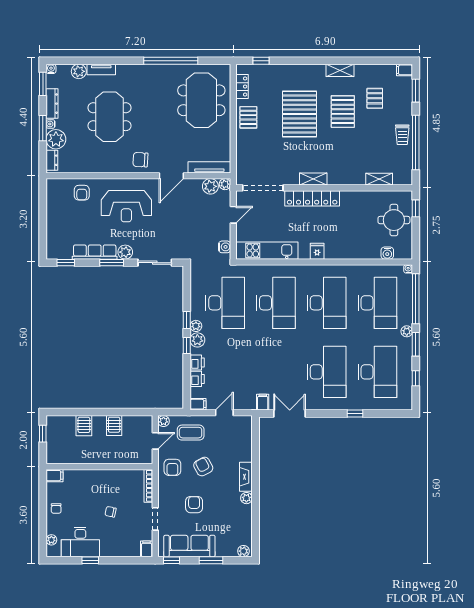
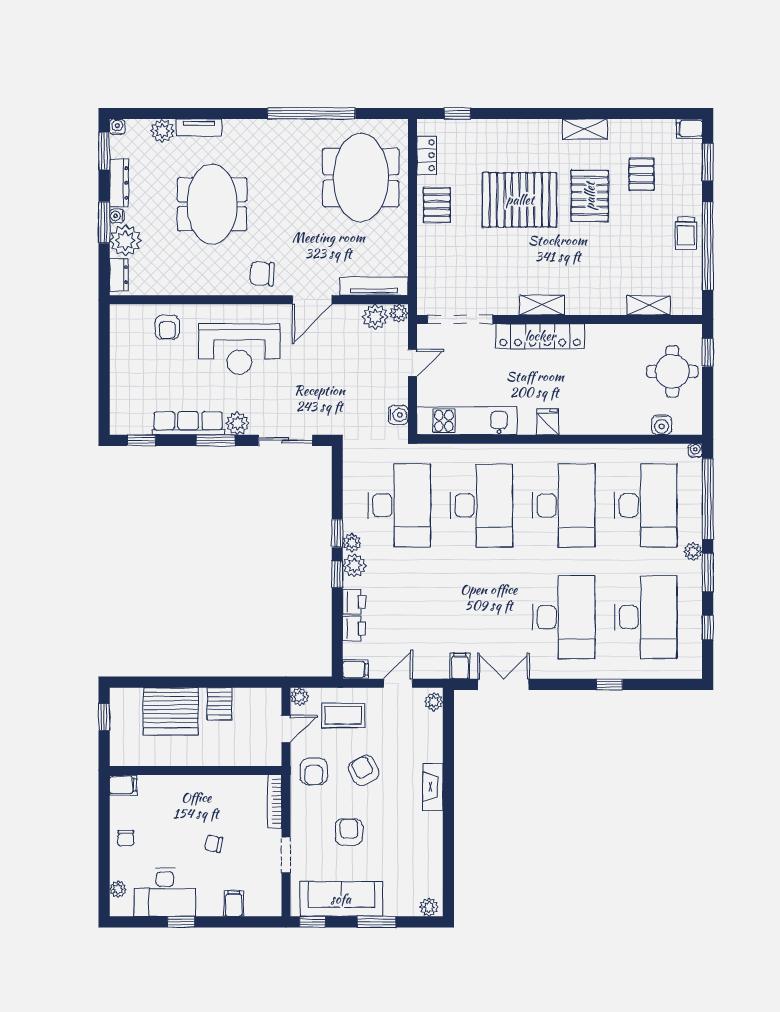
pallet: (299, 114) -> (520, 200), turned 90
server rack: (84, 426) -> (171, 711), width x2.18, depth x1.44
plant: (246, 498) -> (434, 702), moved
filing cabinet: (147, 549) -> (234, 904), moved

